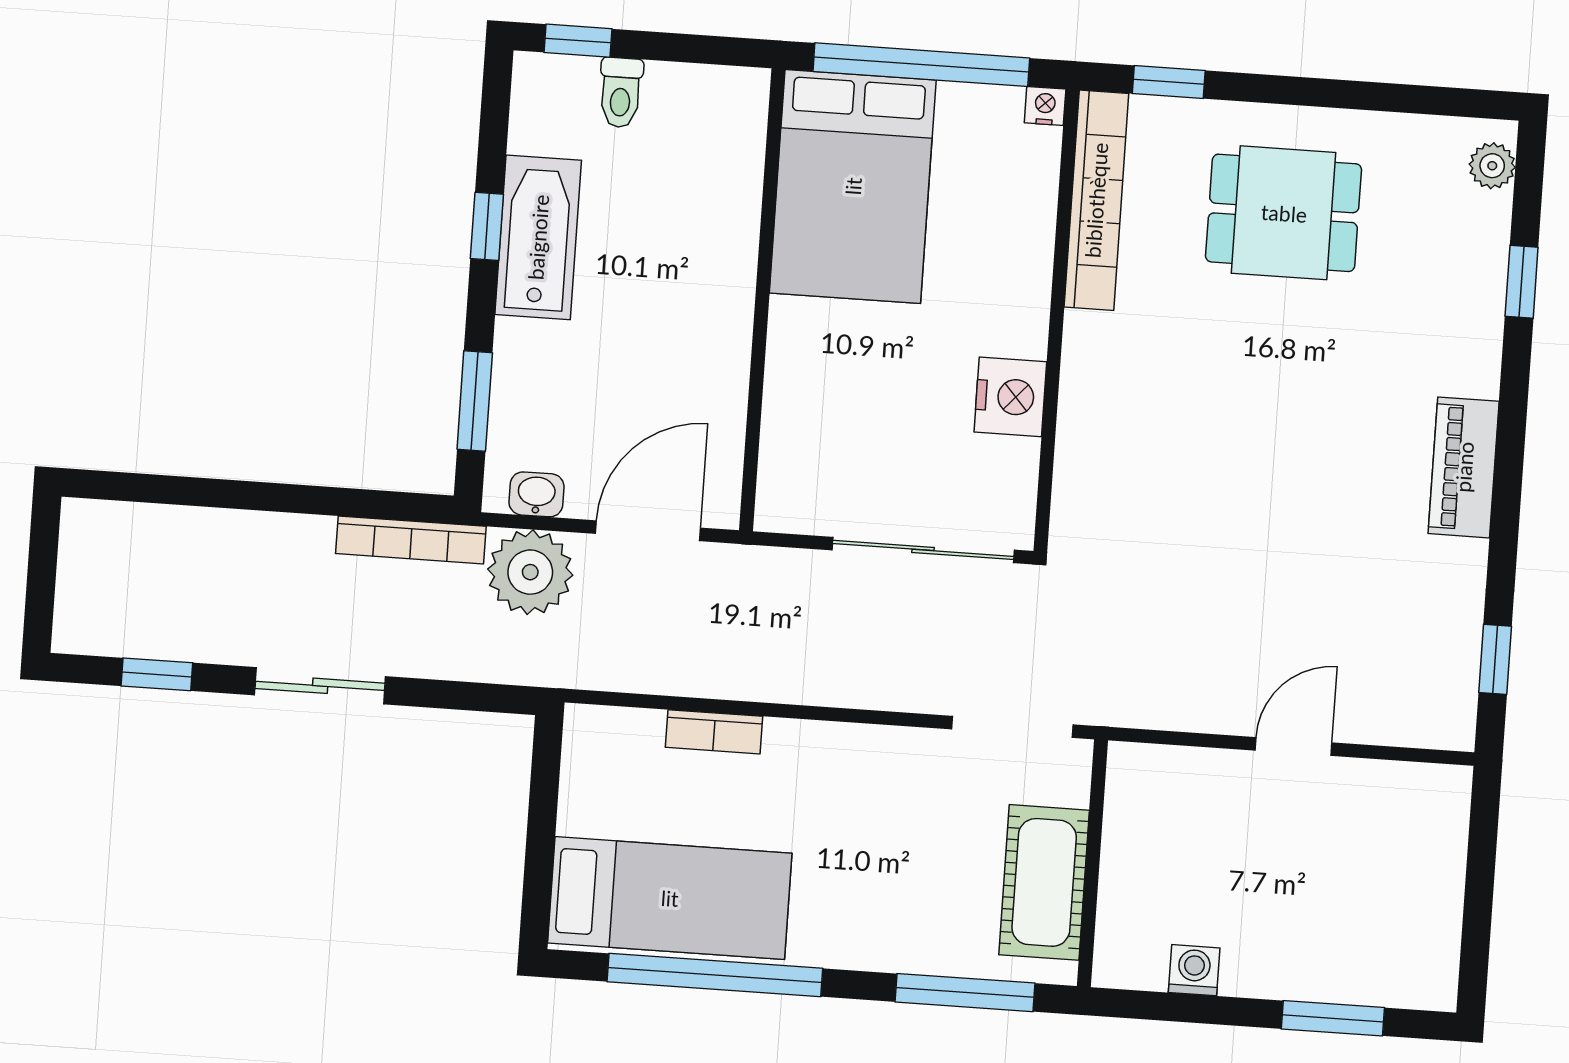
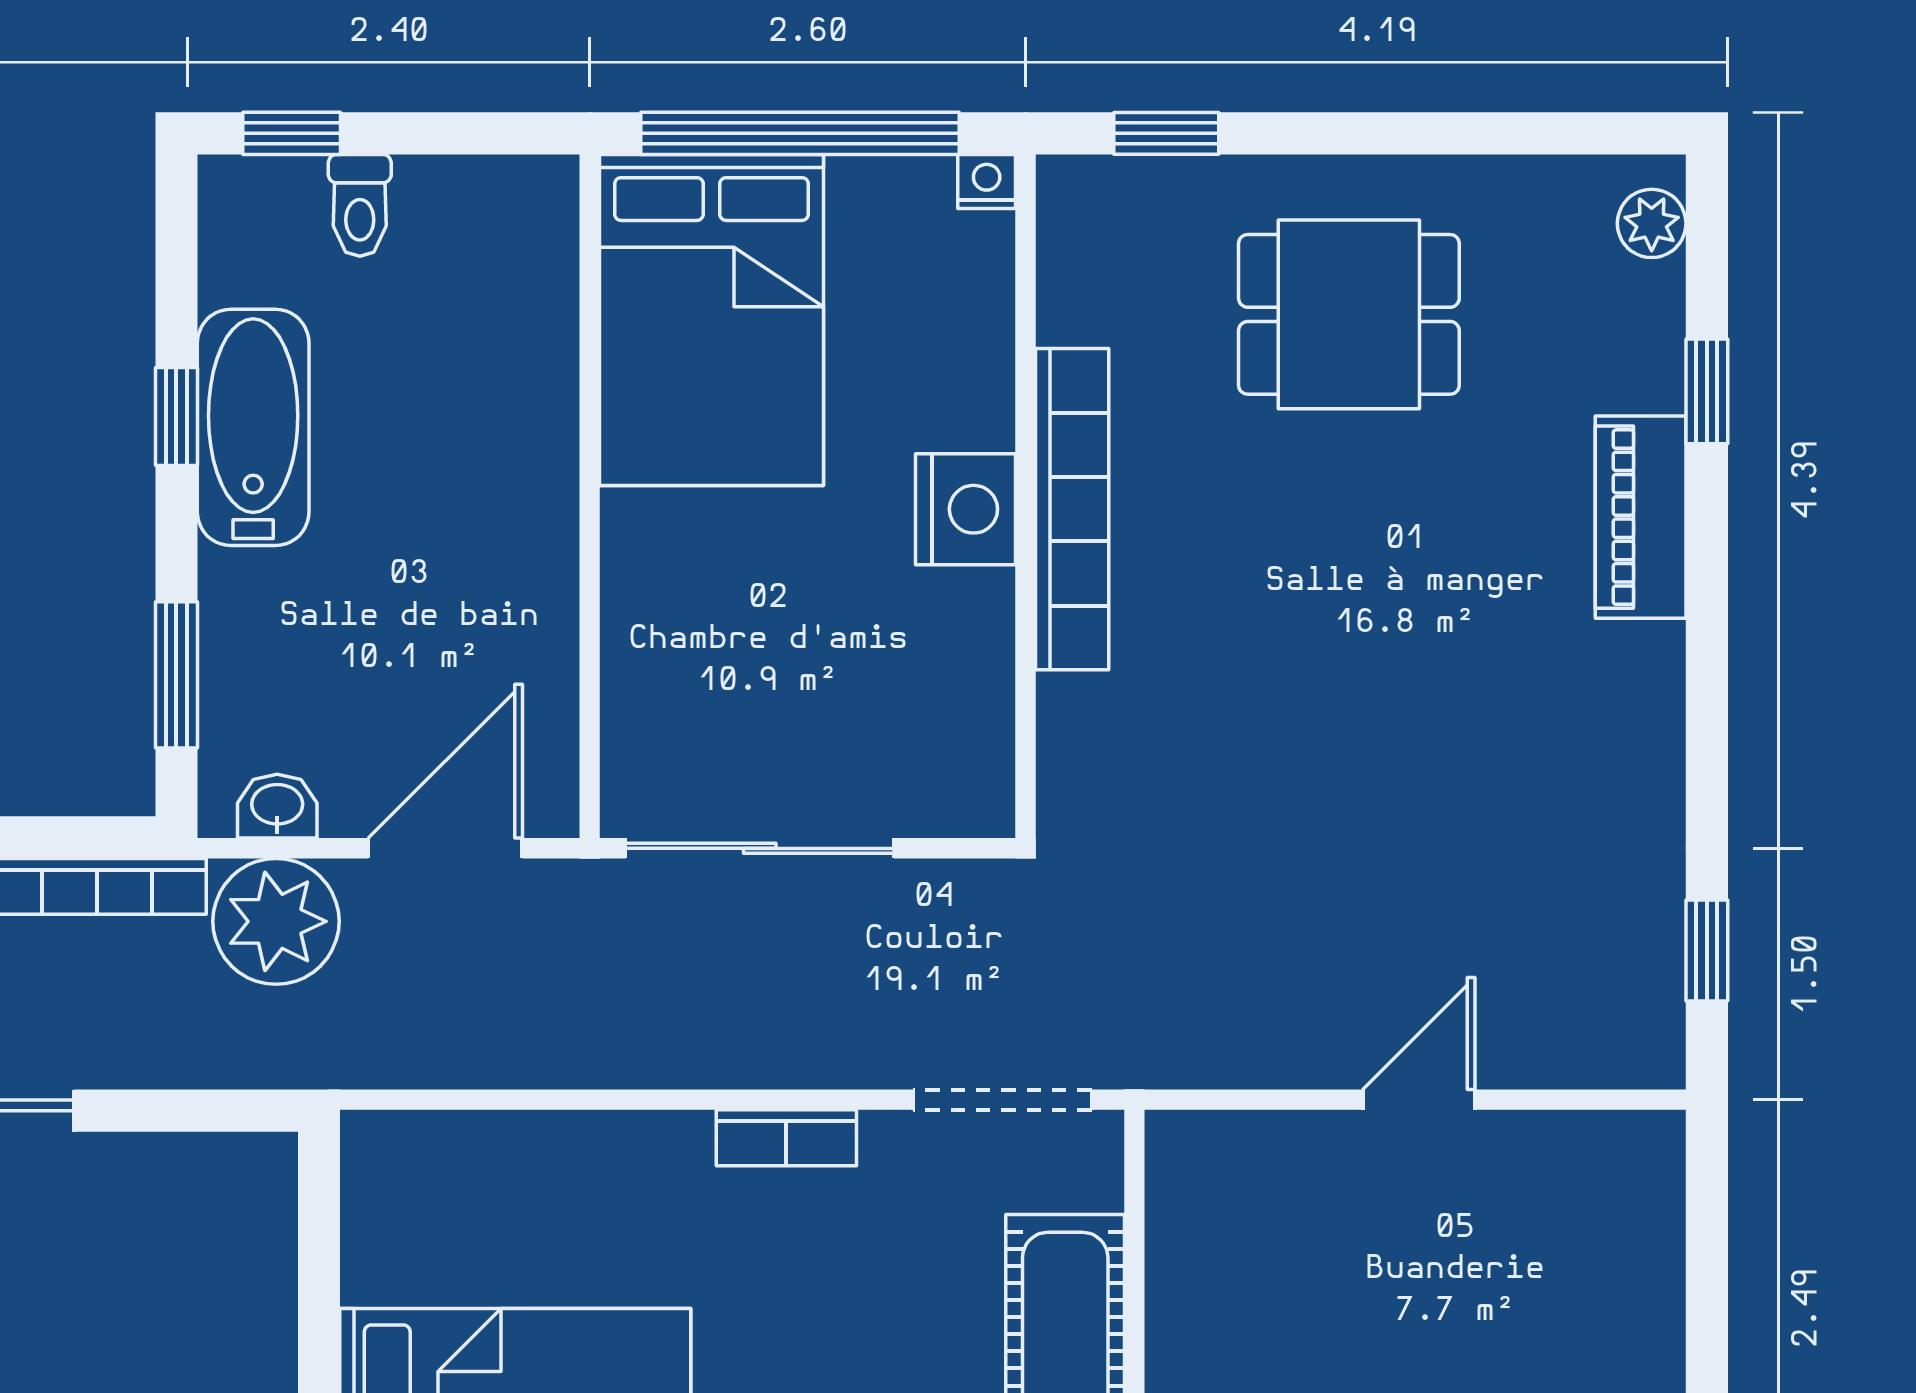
bookcase: (1096, 200) -> (1072, 509), moved
nightstand: (1010, 397) -> (965, 509), moved
piano: (1464, 467) -> (1641, 517), moved
sliding door: (923, 550) -> (760, 848), moved
bookcase: (714, 732) -> (786, 1138), moved

